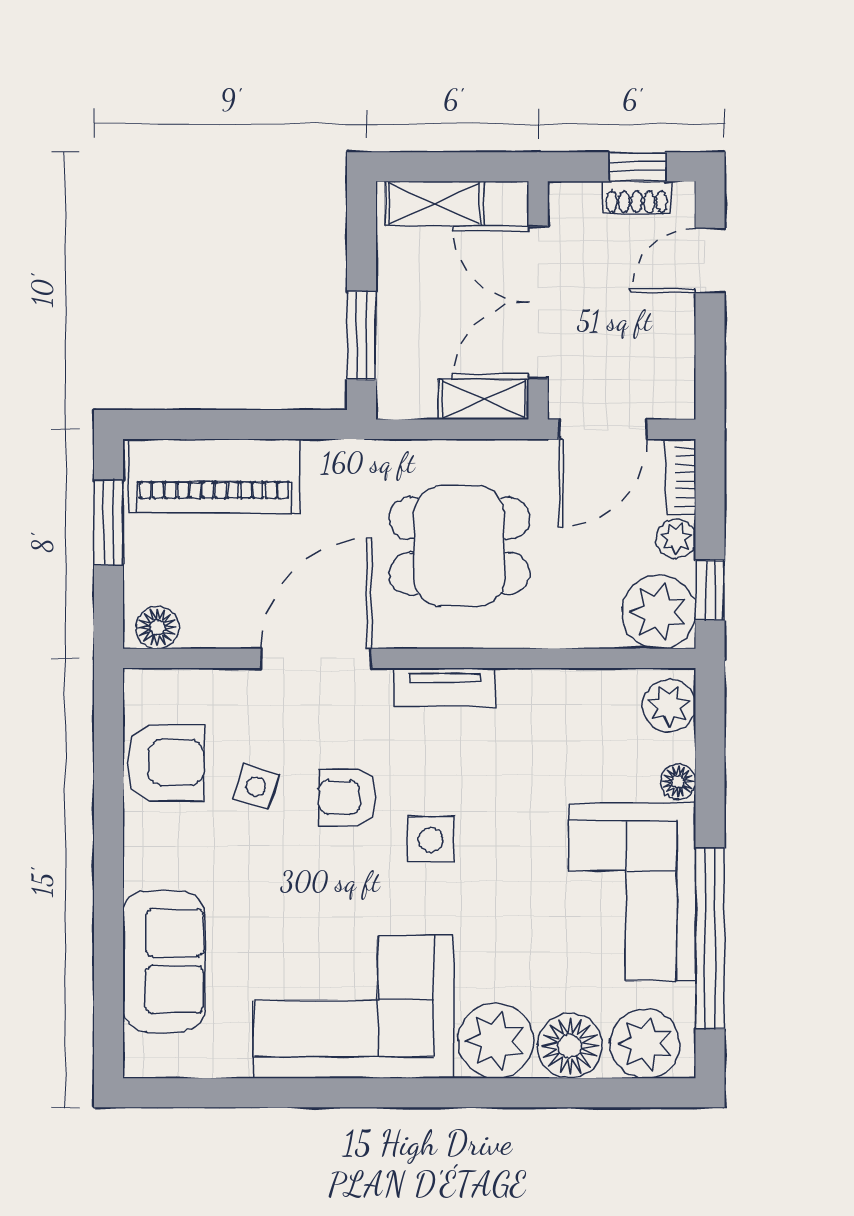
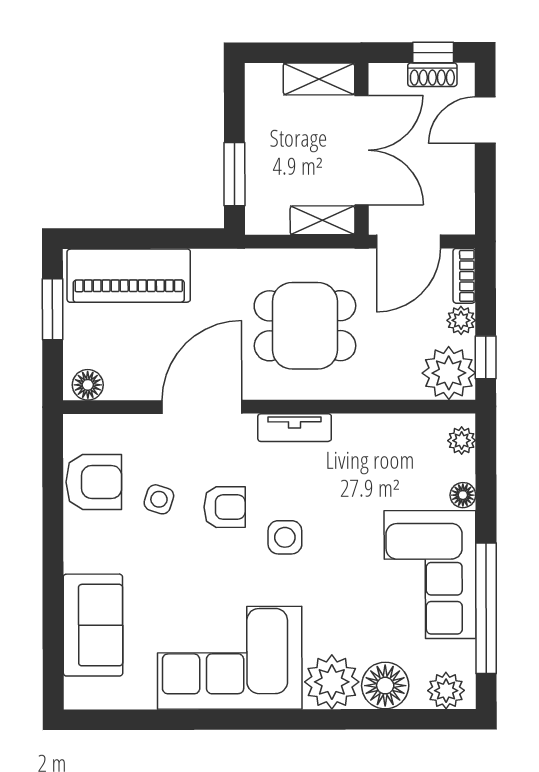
shelving: (434, 203) -> (319, 79), moved
double door: (538, 302) -> (362, 150), swing flipped
plant: (669, 706) -> (462, 441), width x0.73, depth x0.73
armchair: (347, 798) -> (225, 507), turned 180
plant: (645, 1044) -> (446, 691), width x0.73, depth x0.73

